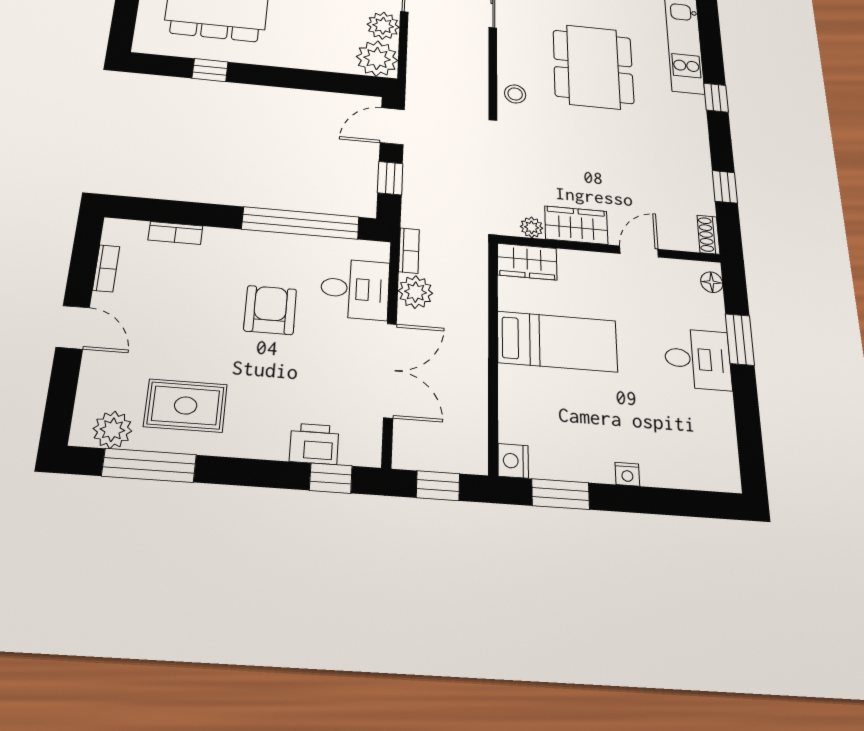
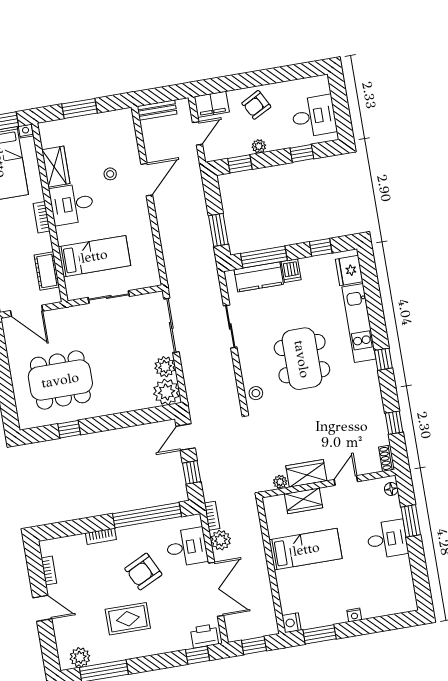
bookcase: (175, 233) -> (101, 536), moved
wardrobe: (527, 262) -> (304, 501), moved
armchair: (270, 310) -> (143, 572), turned -116
rug: (186, 406) -> (128, 619), moved
printer: (314, 444) -> (204, 636), moved

